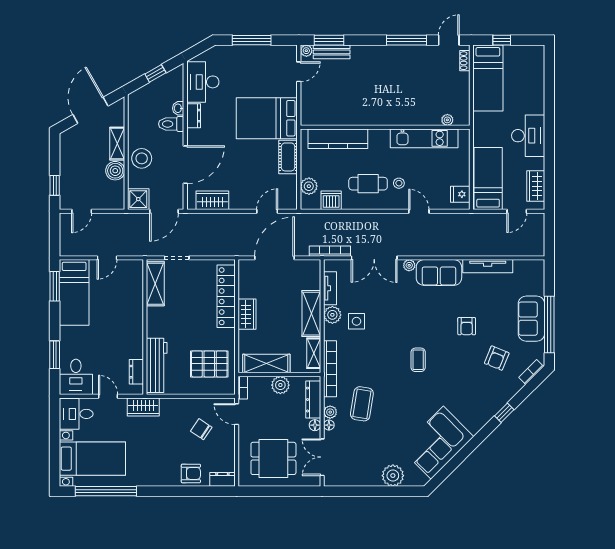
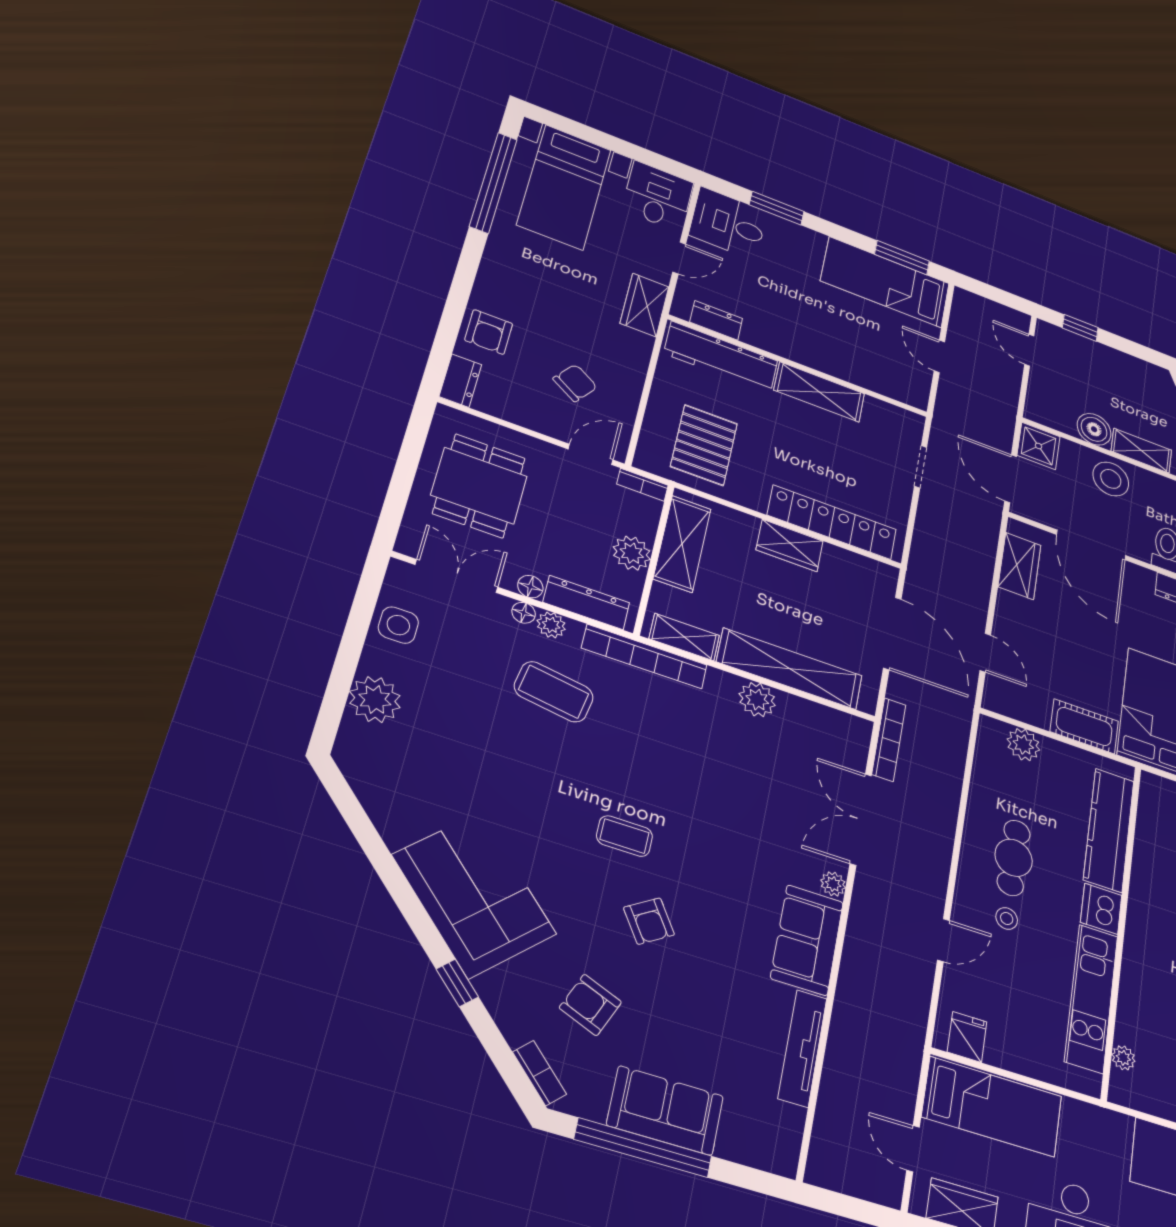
dishwasher: (331, 200) -> (1101, 909), moved, turned 180
shelving: (155, 284) -> (819, 392), moved
tv unit: (330, 288) -> (813, 714), removed
shelving: (311, 314) -> (790, 669), width x1.47
side table: (357, 321) -> (398, 625), moved
armchair: (467, 326) -> (649, 921), moved, turned -123
corner sofa: (437, 443) -> (474, 895), moved

